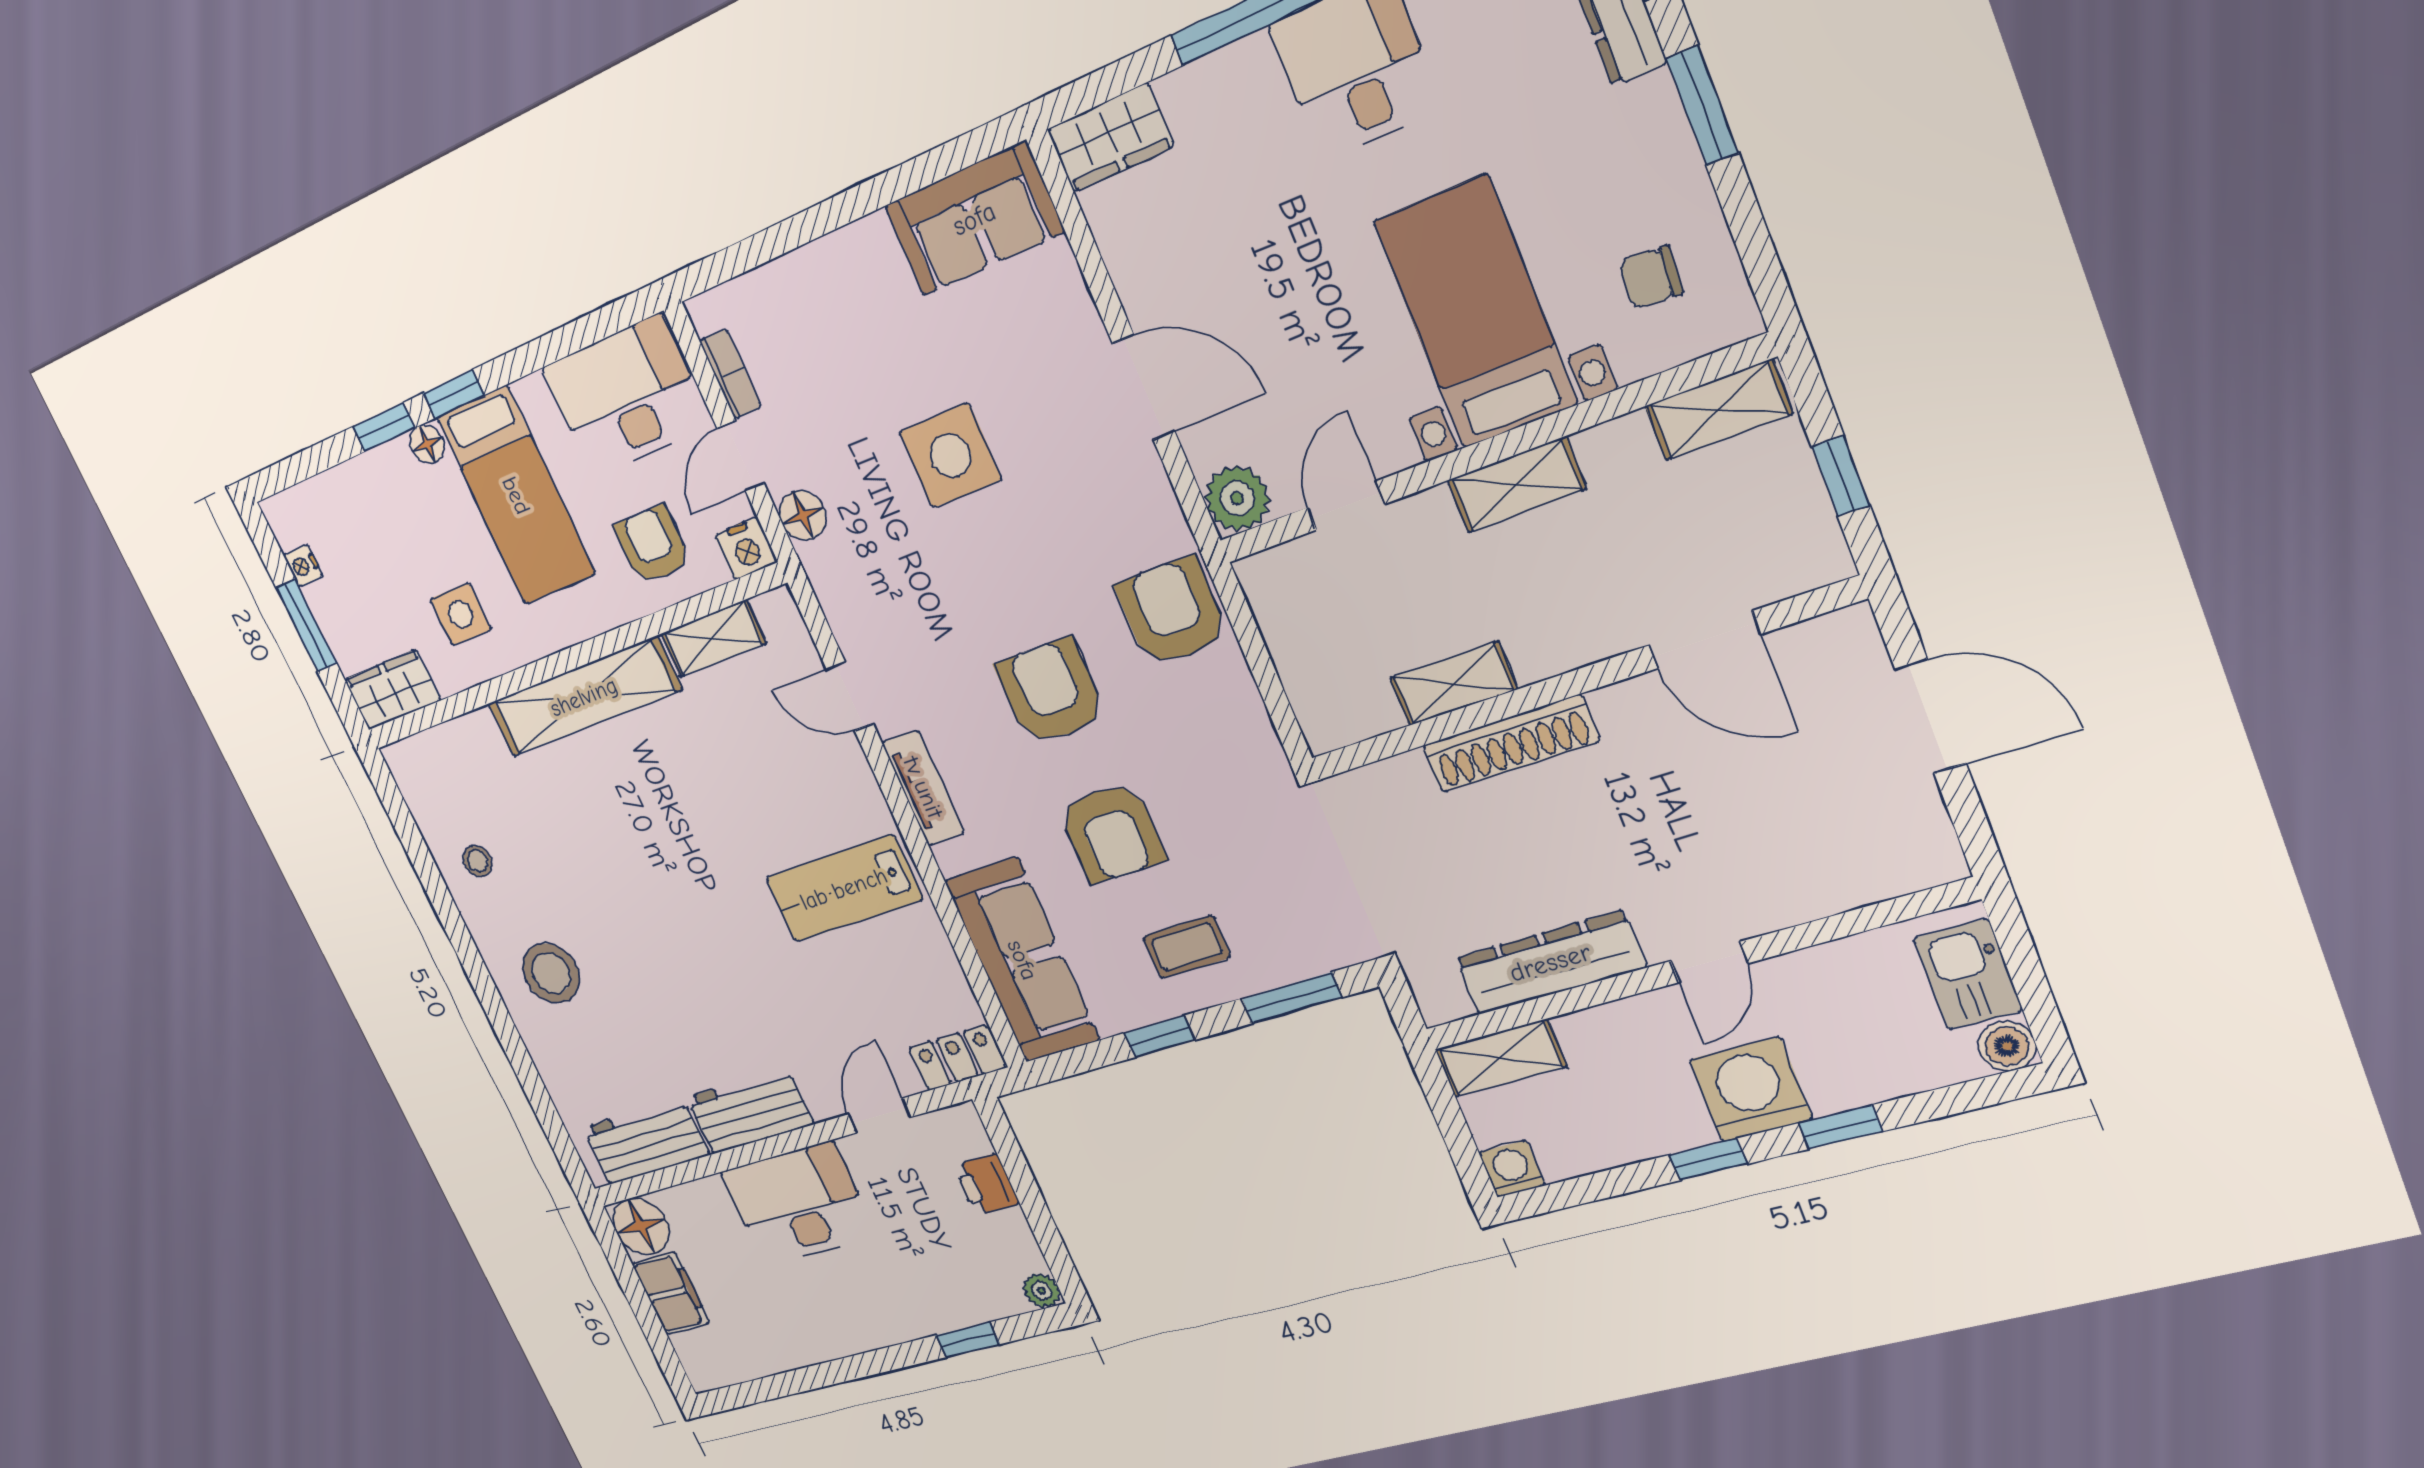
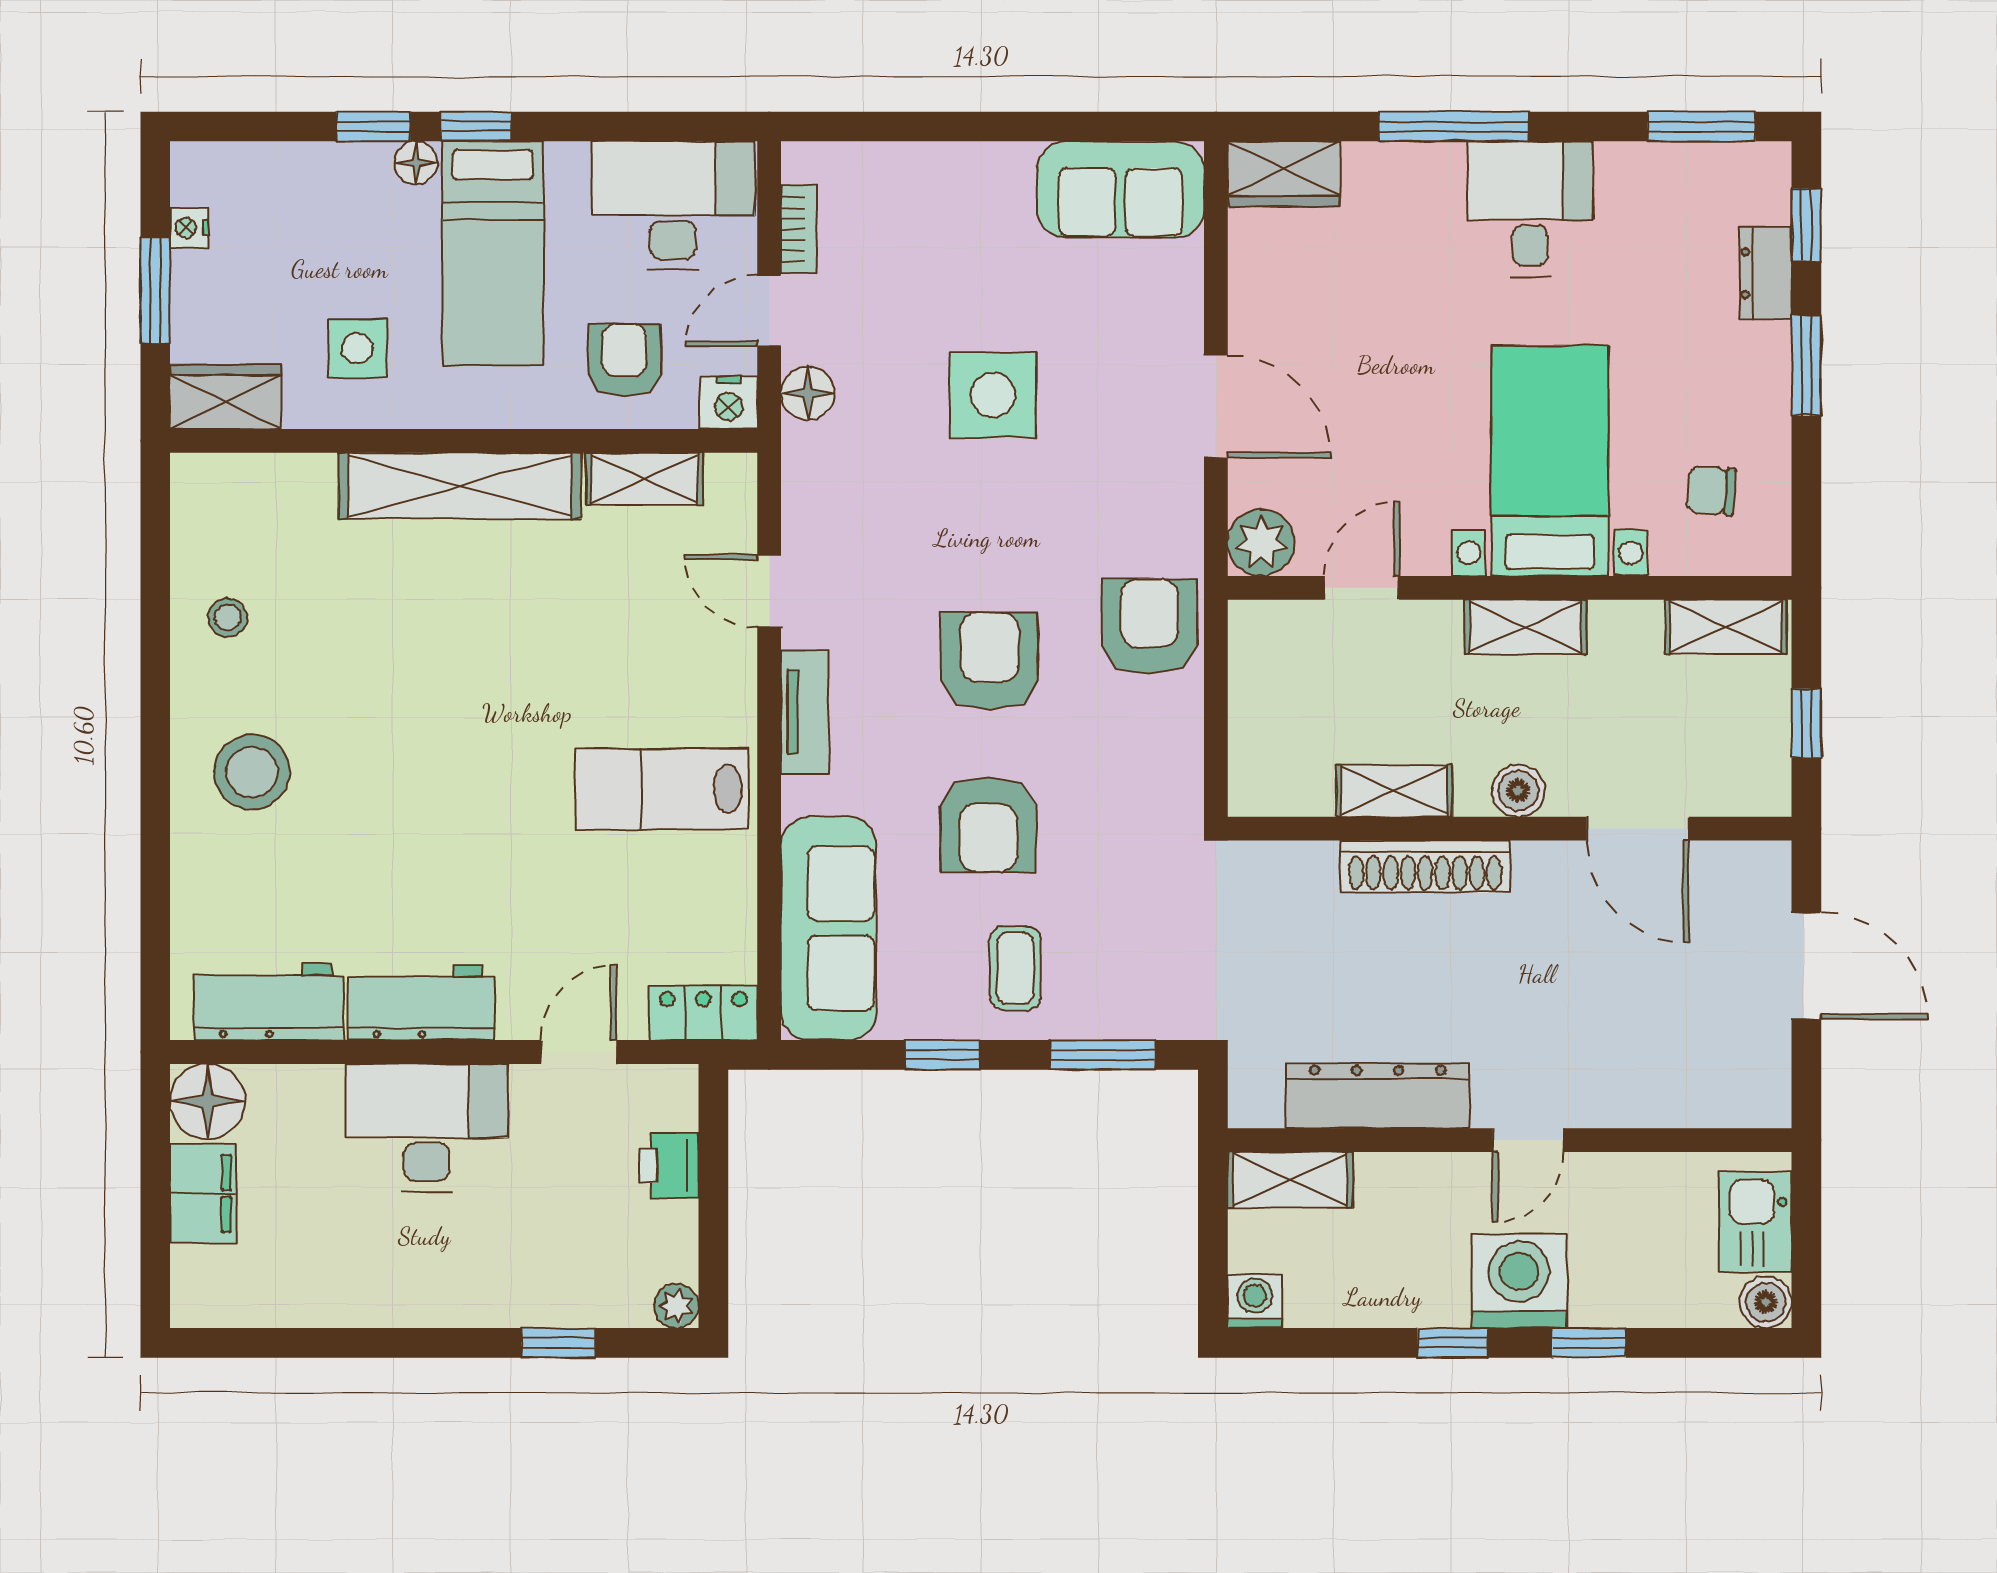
boiler: (1572, 643) -> (1518, 791), added
coffee table: (1187, 947) -> (1015, 968), turned 90

